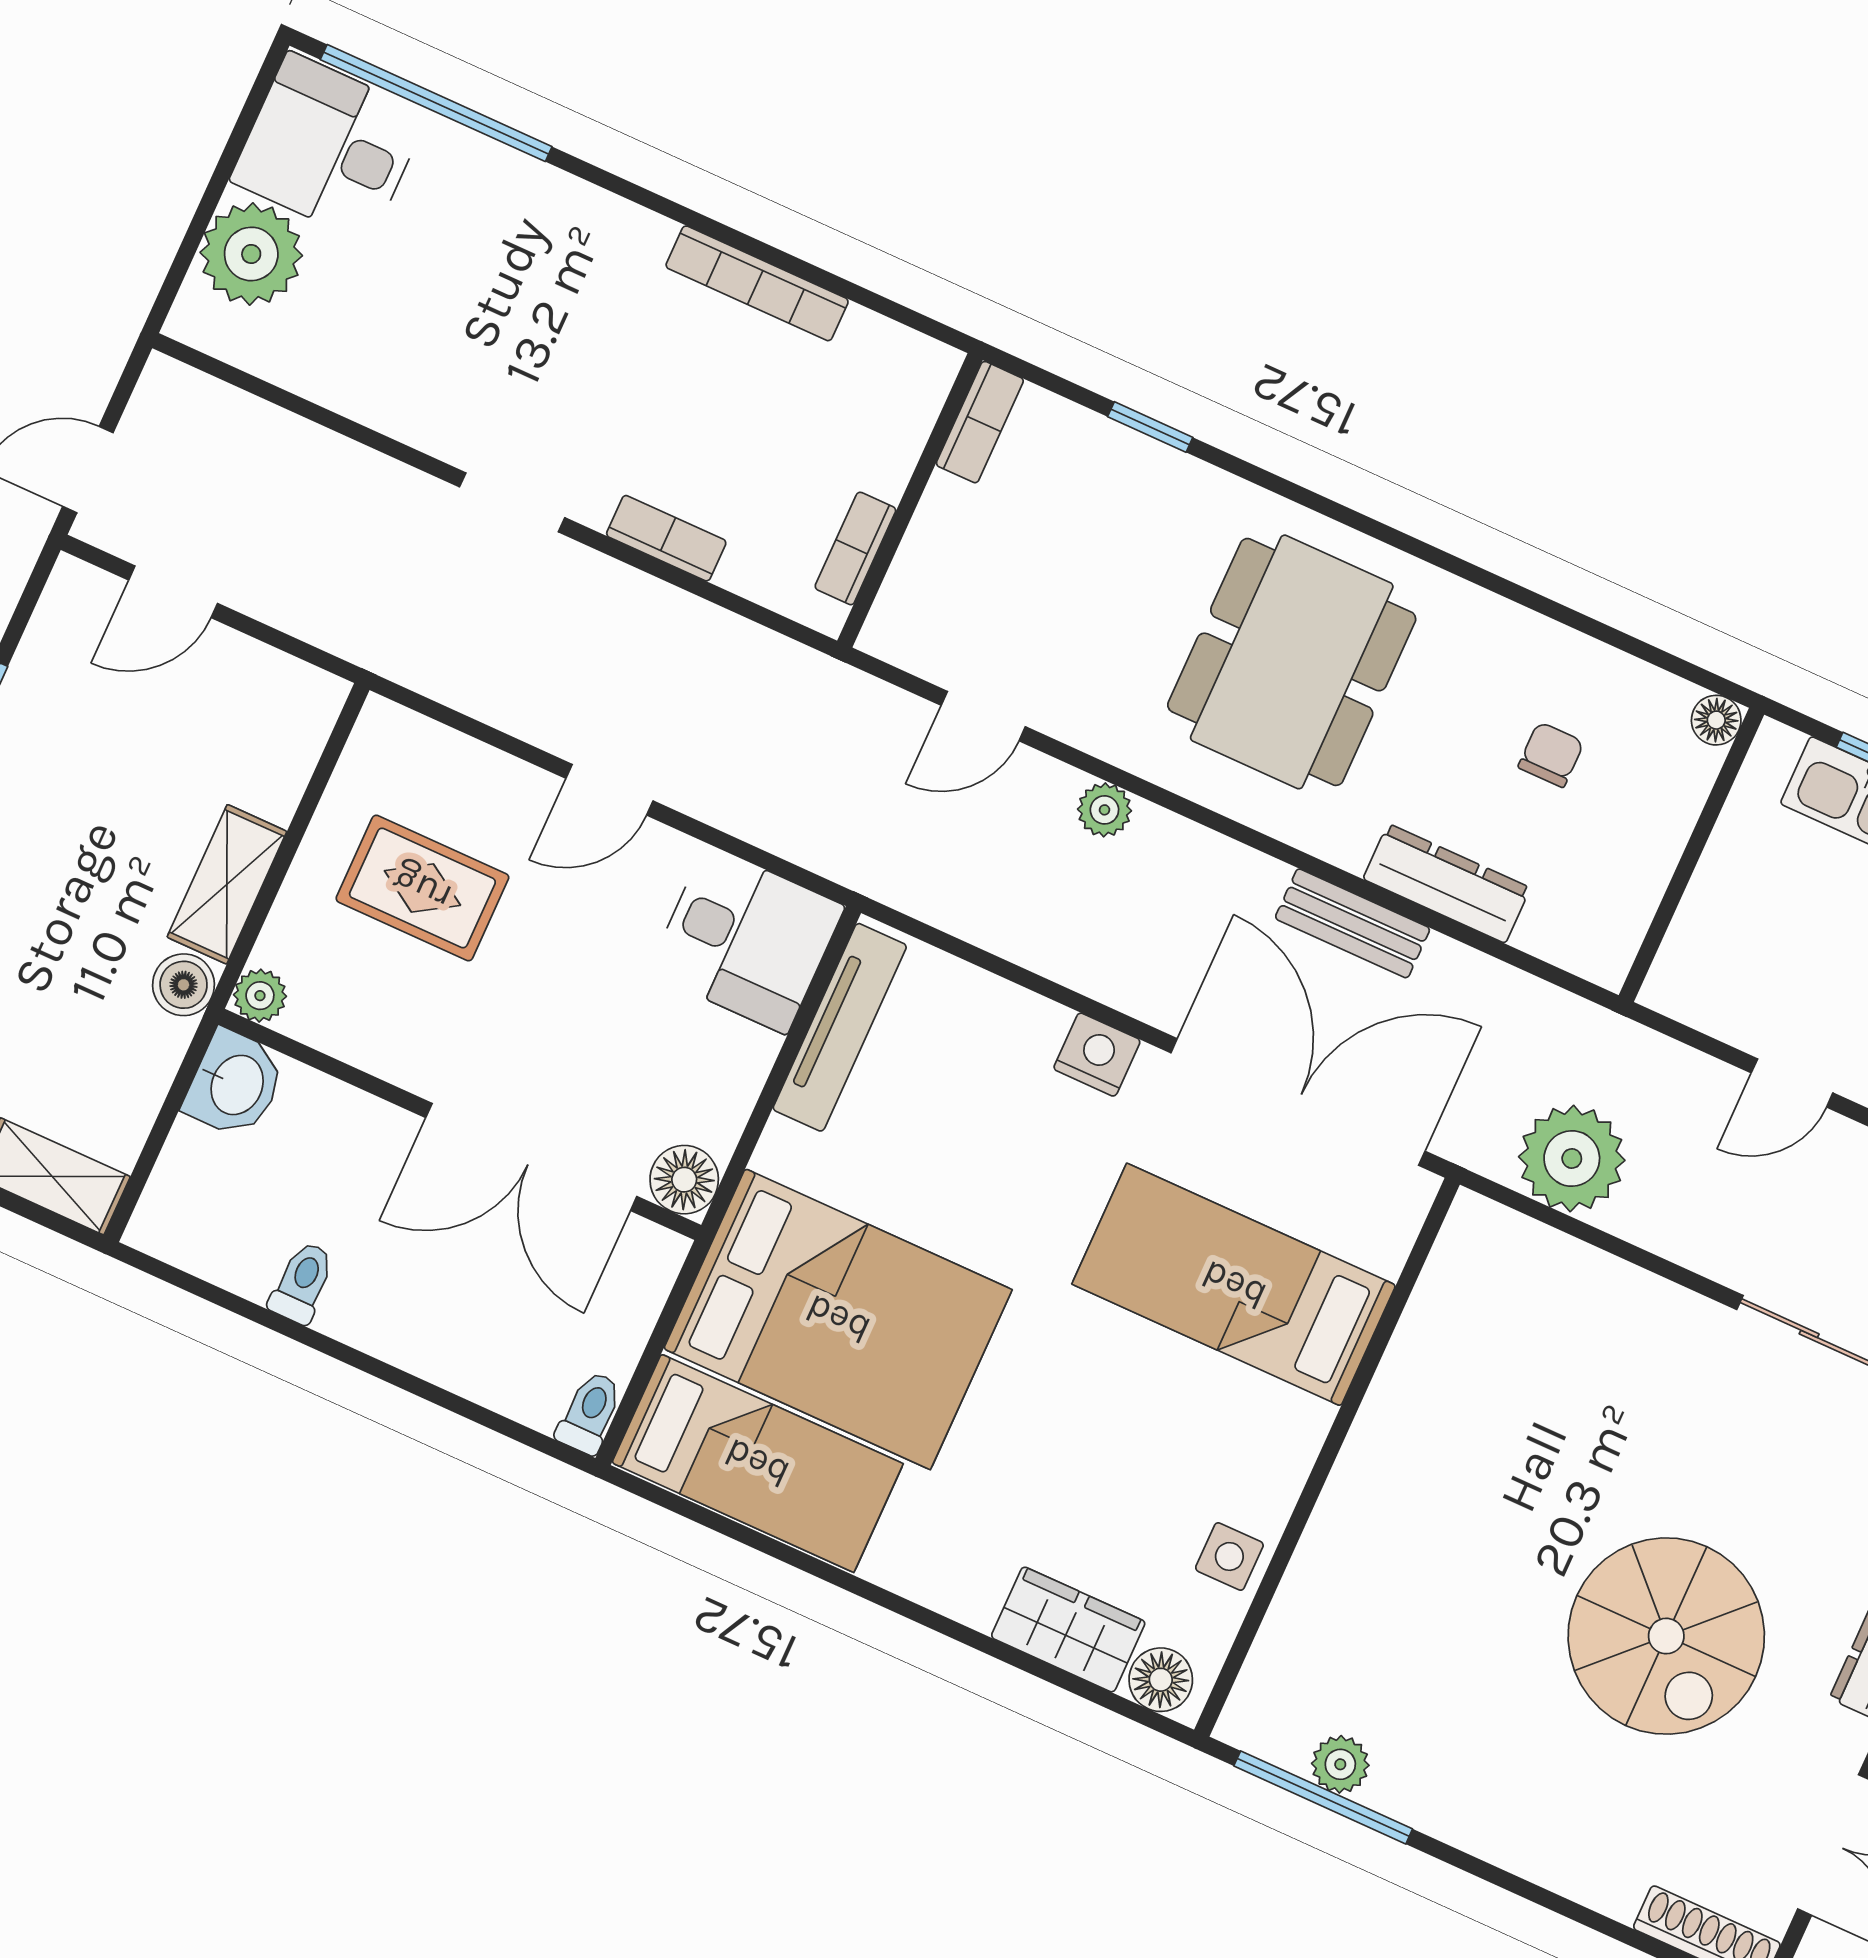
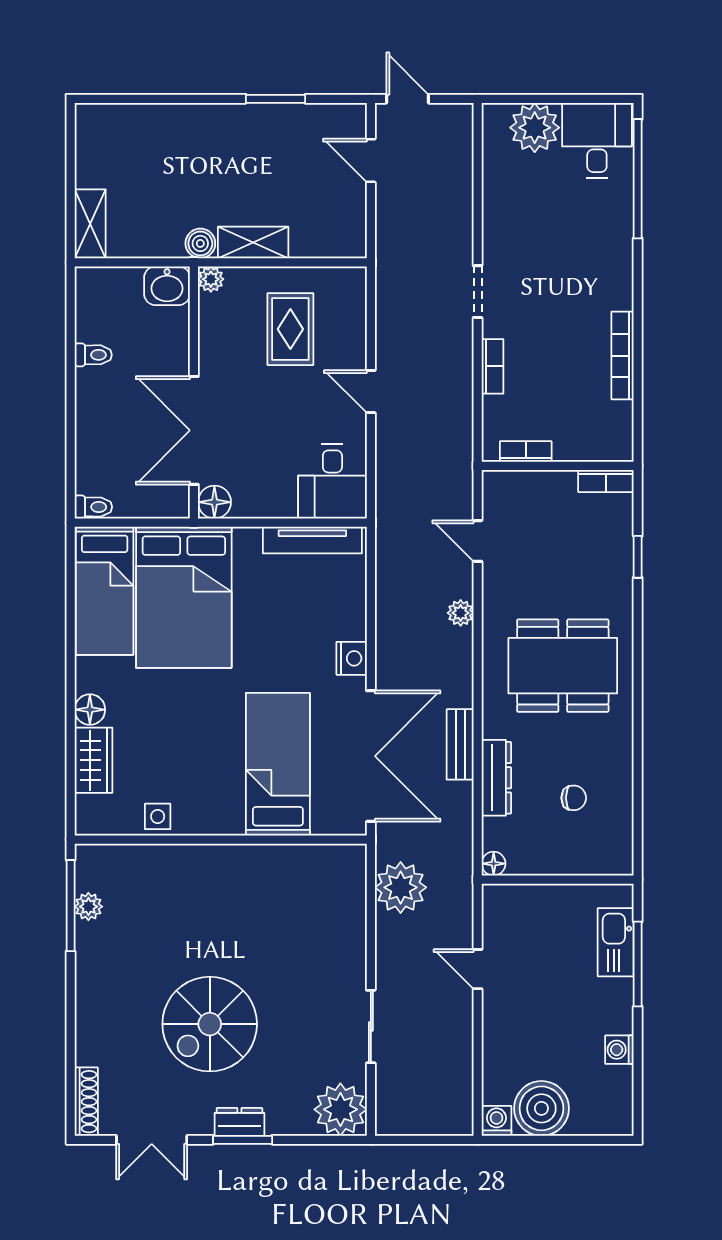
floor lamp: (1716, 720) -> (494, 864), moved
floor lamp: (1161, 1680) -> (90, 710), moved

